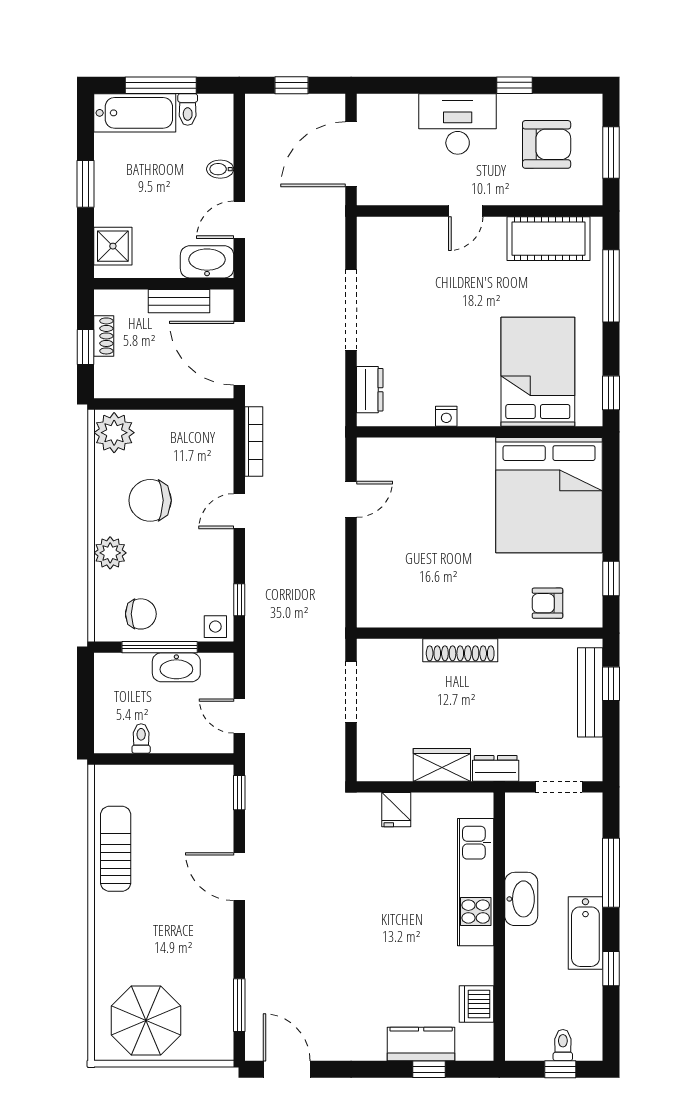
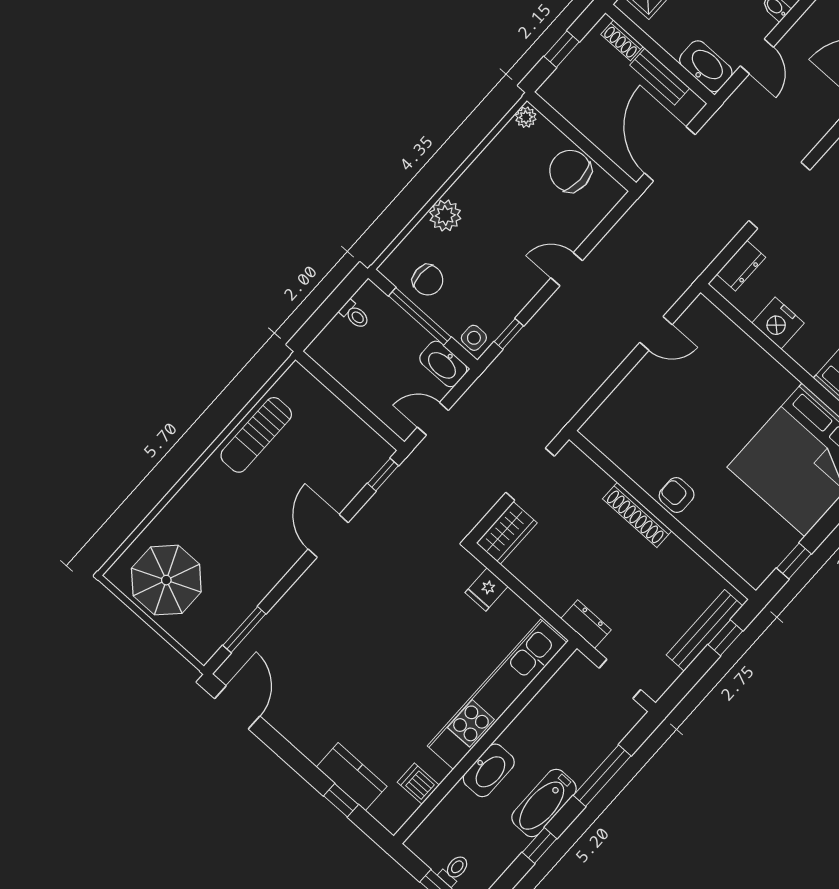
door: (239, 220) -> (757, 56), swing flipped
shoe rack: (104, 336) -> (622, 40), moved, turned 90
nightstand: (446, 416) -> (778, 323), width x1.89, depth x1.79
plant: (114, 433) -> (526, 117), width x0.53, depth x0.53
bookcase: (254, 442) -> (623, 228), removed
chair: (150, 500) -> (570, 171), moved
armchair: (547, 603) -> (677, 495), moved
washbasin: (176, 667) -> (443, 364), moved
door: (239, 716) -> (433, 419), hinge flipped
toilet: (141, 739) -> (355, 315), moved, turned 90
wardrobe: (442, 765) -> (507, 533), moved, turned 90
sun lounger: (116, 849) -> (256, 435), turned 180
kitchen unit: (476, 882) -> (497, 694), width x1.36
washbasin: (521, 899) -> (489, 770), moved
dishwasher: (477, 1004) -> (418, 784), width x0.73

